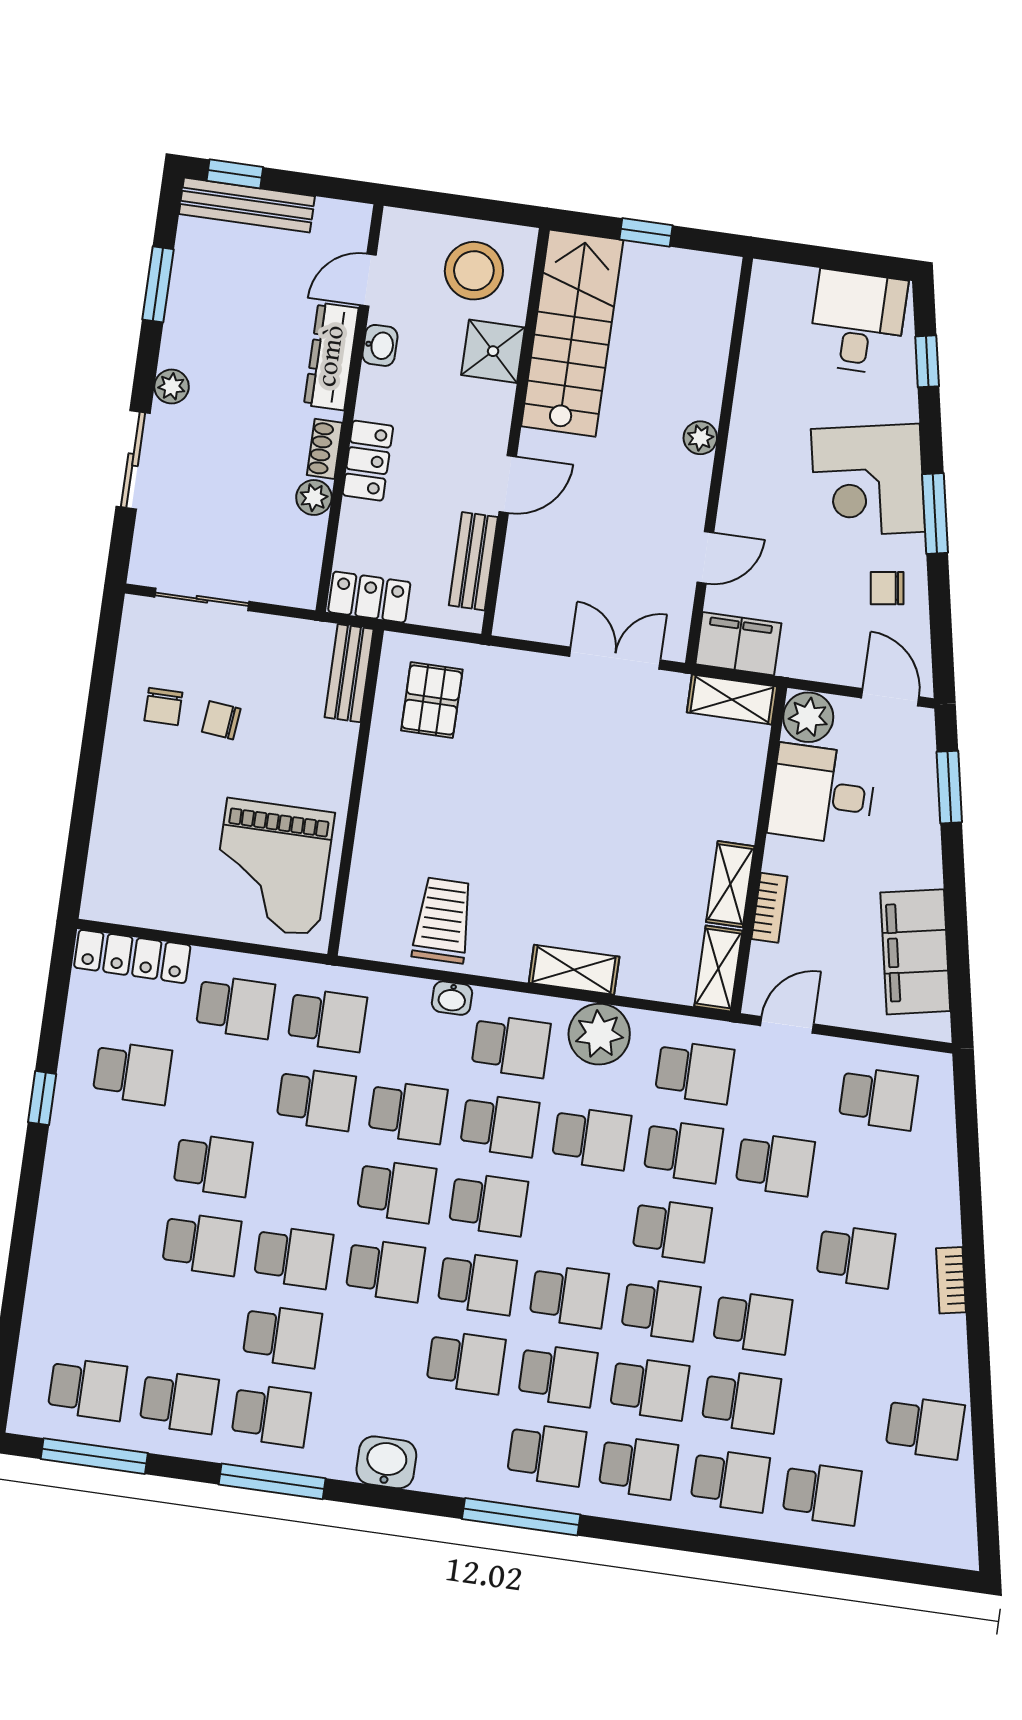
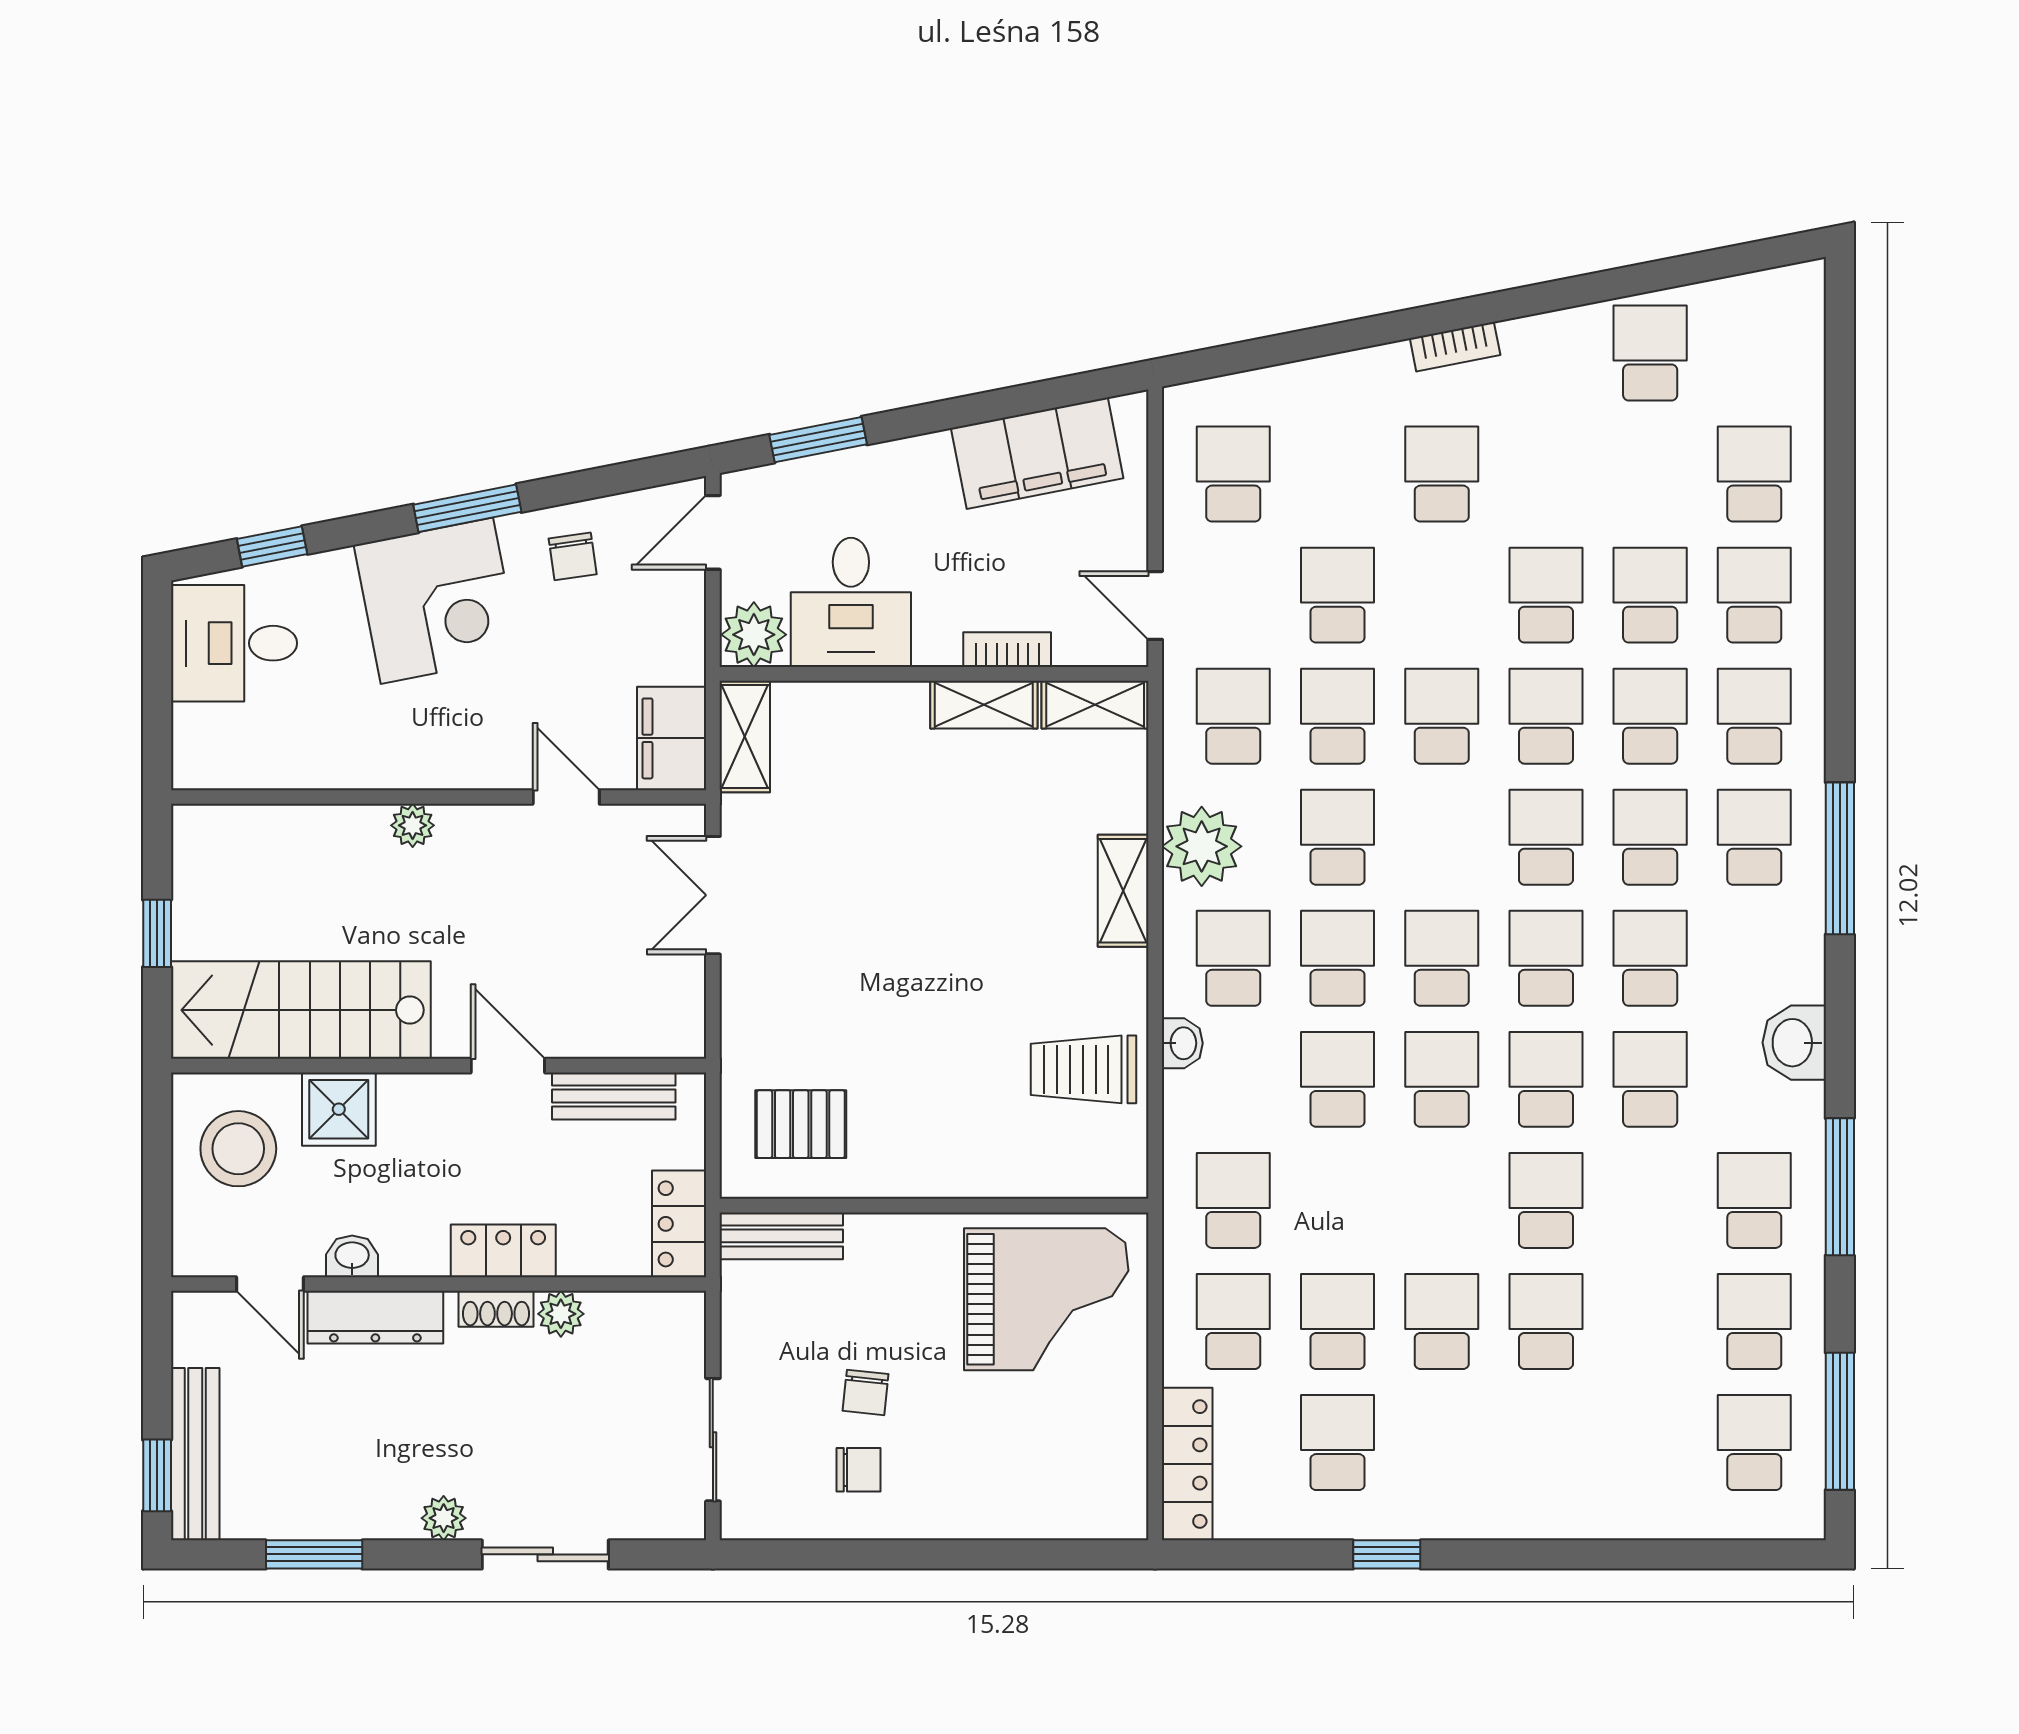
school desk: (316, 1099) -> (1338, 1321), moved
school desk: (282, 1336) -> (1650, 1079), moved

